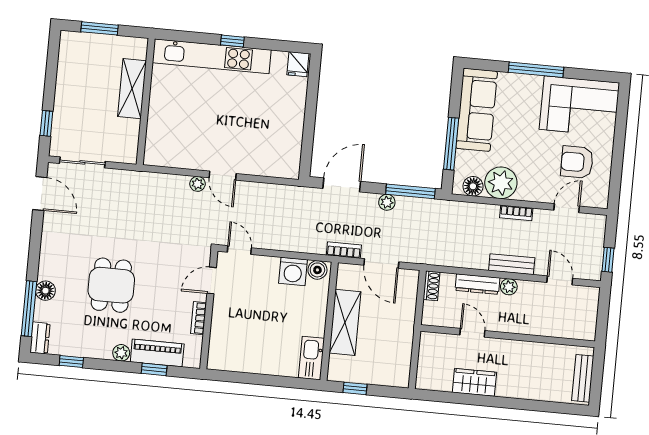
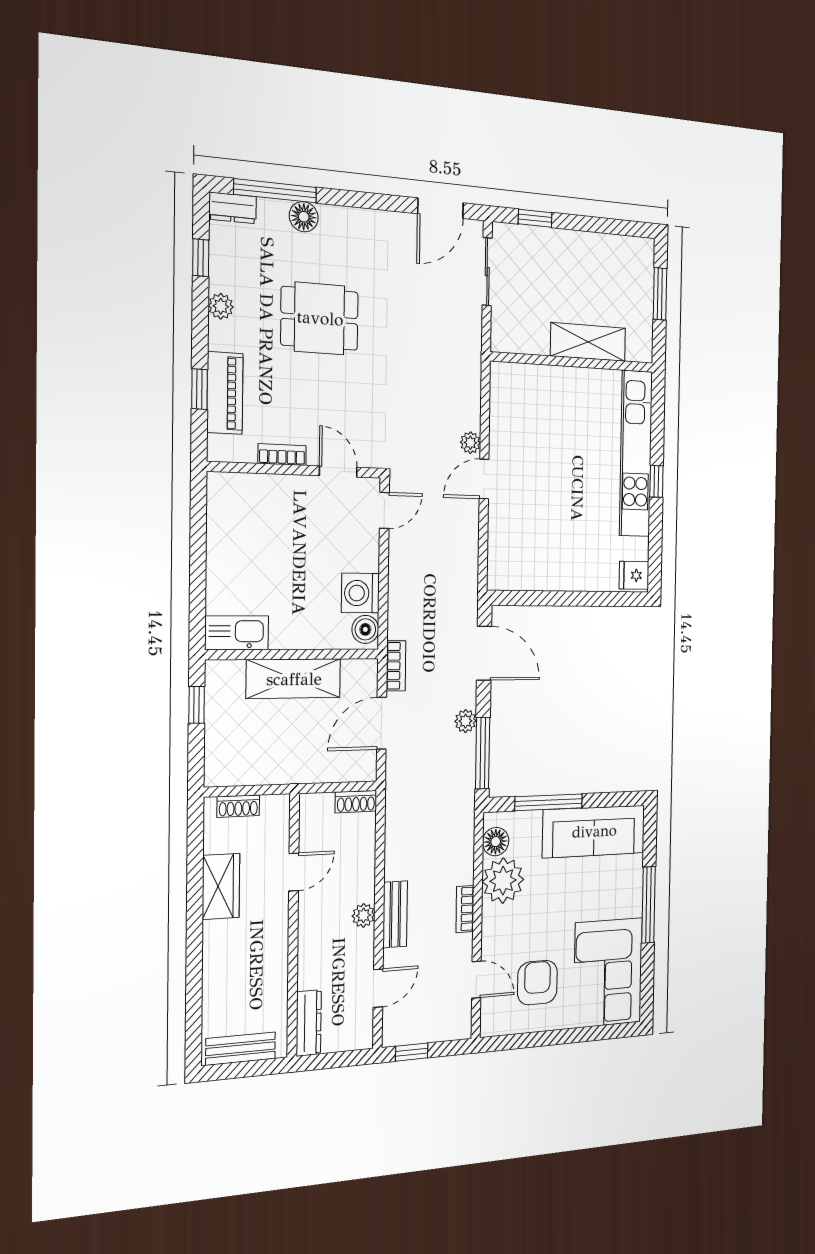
dresser: (477, 284) -> (309, 1023), moved, turned 180
plant: (121, 353) -> (221, 306), moved
shoe rack: (424, 366) -> (238, 806), added

